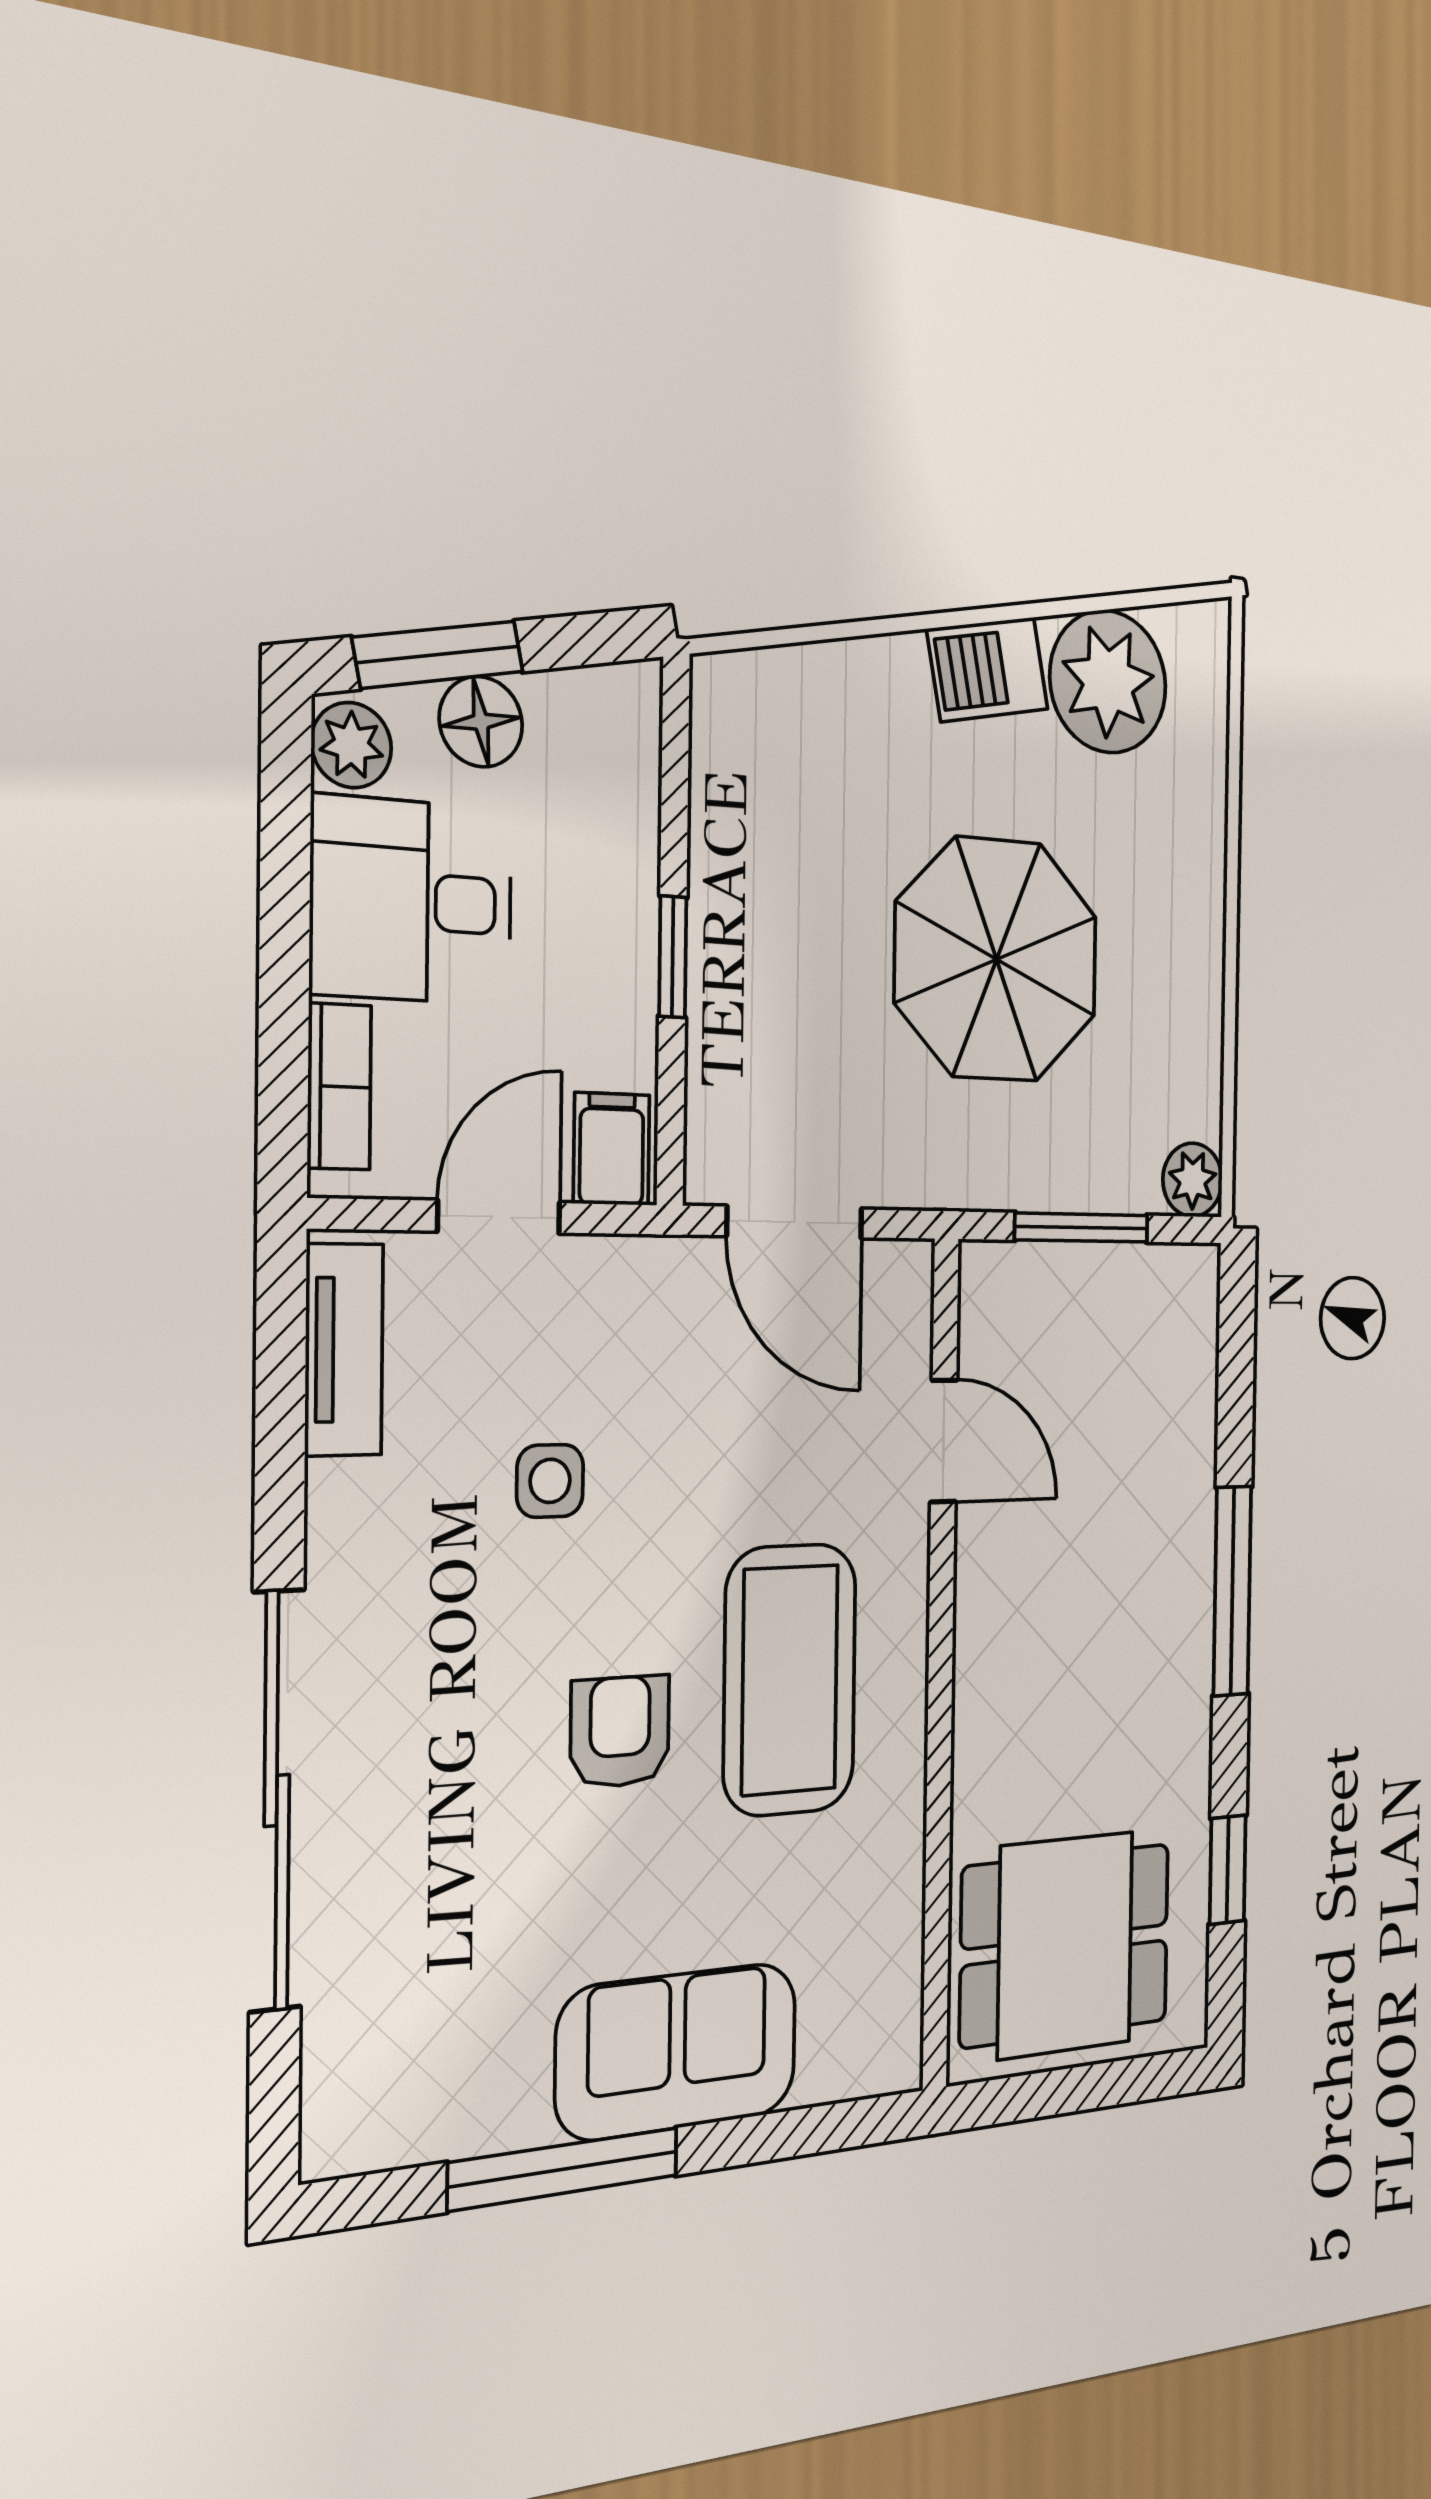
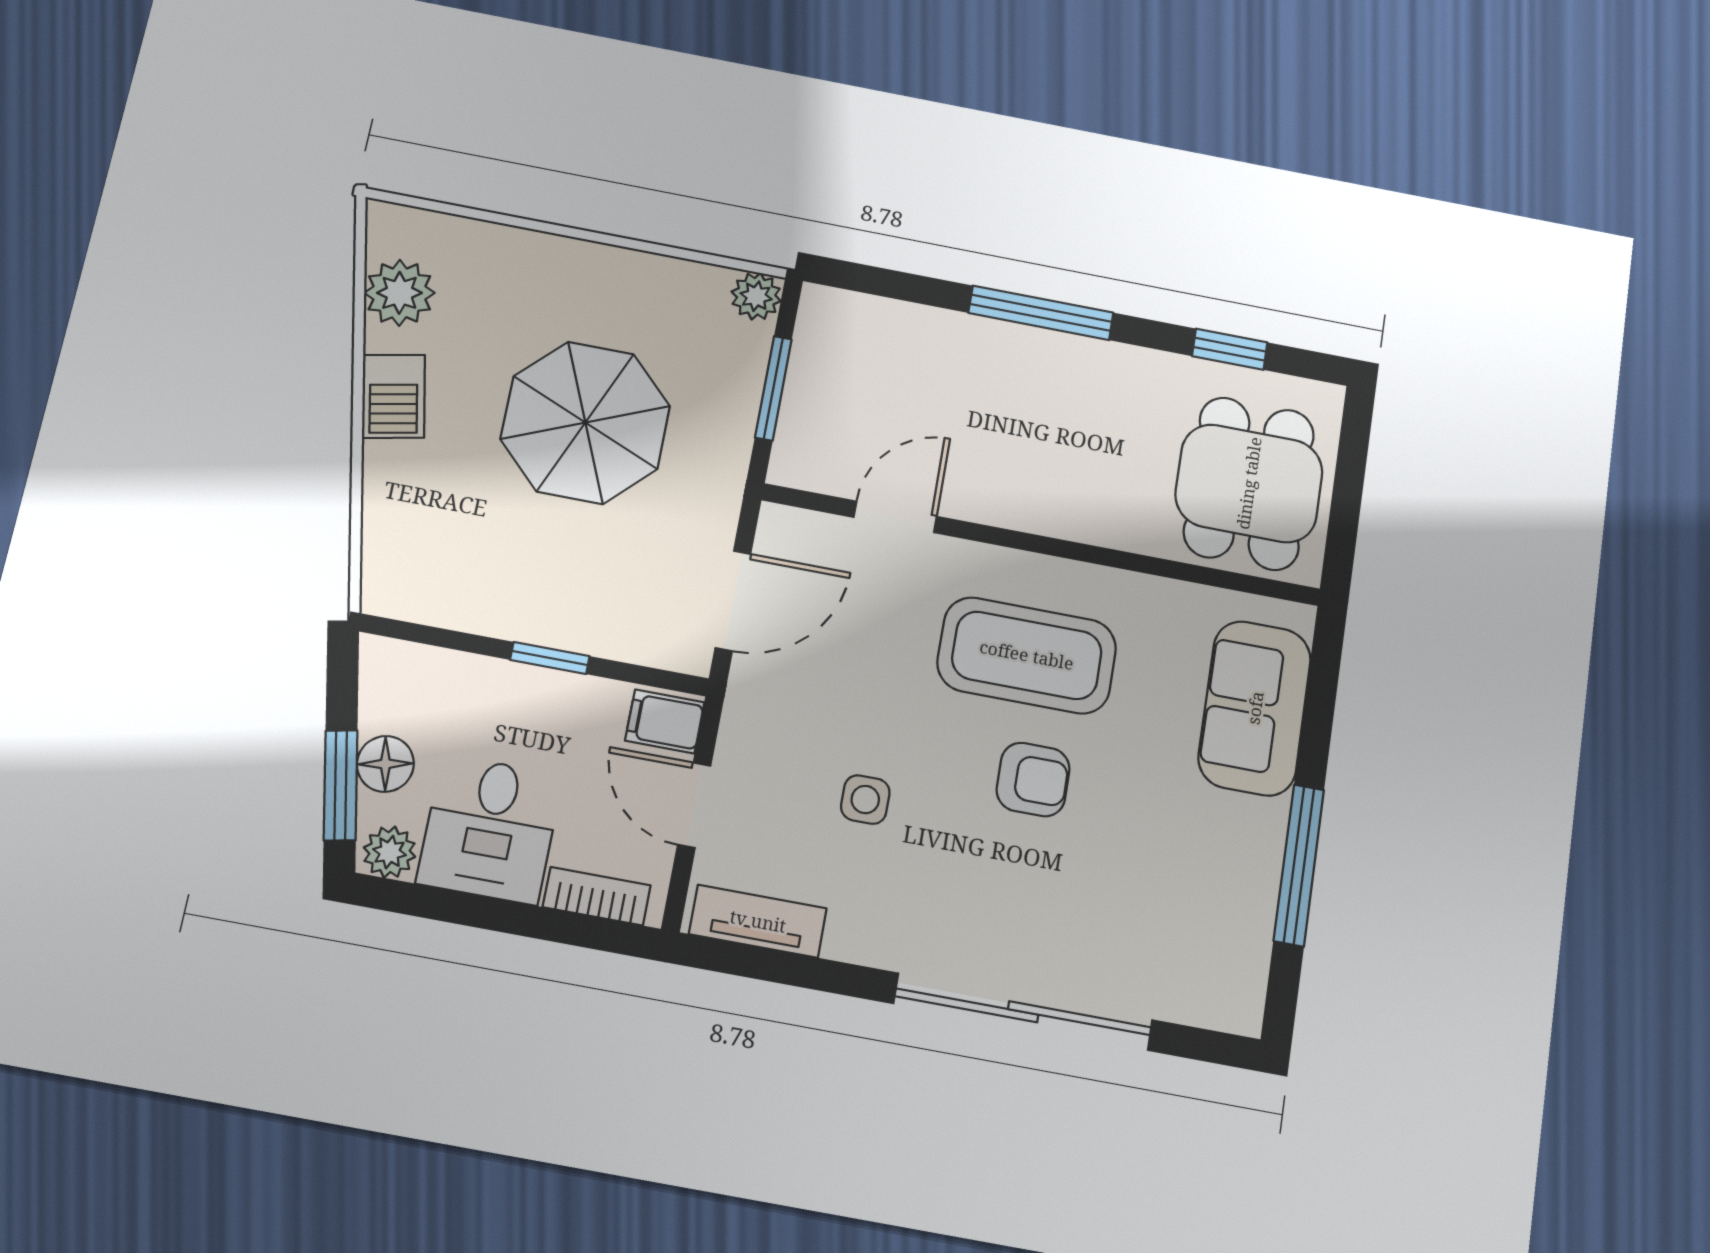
plant: (1108, 682) -> (399, 293), width x0.73, depth x0.73
armchair: (620, 1732) -> (1033, 779), turned 180
sofa: (677, 2051) -> (1255, 708), moved

